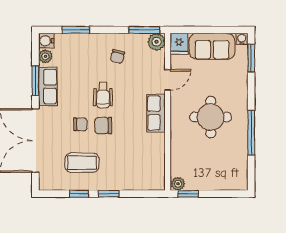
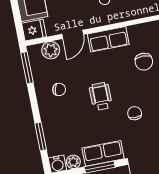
plant: (157, 42) -> (51, 50), moved
door: (168, 80) -> (73, 34), swing flipped
wheelchair: (103, 95) -> (101, 96), turned -90
chair: (103, 126) -> (144, 62), moved

